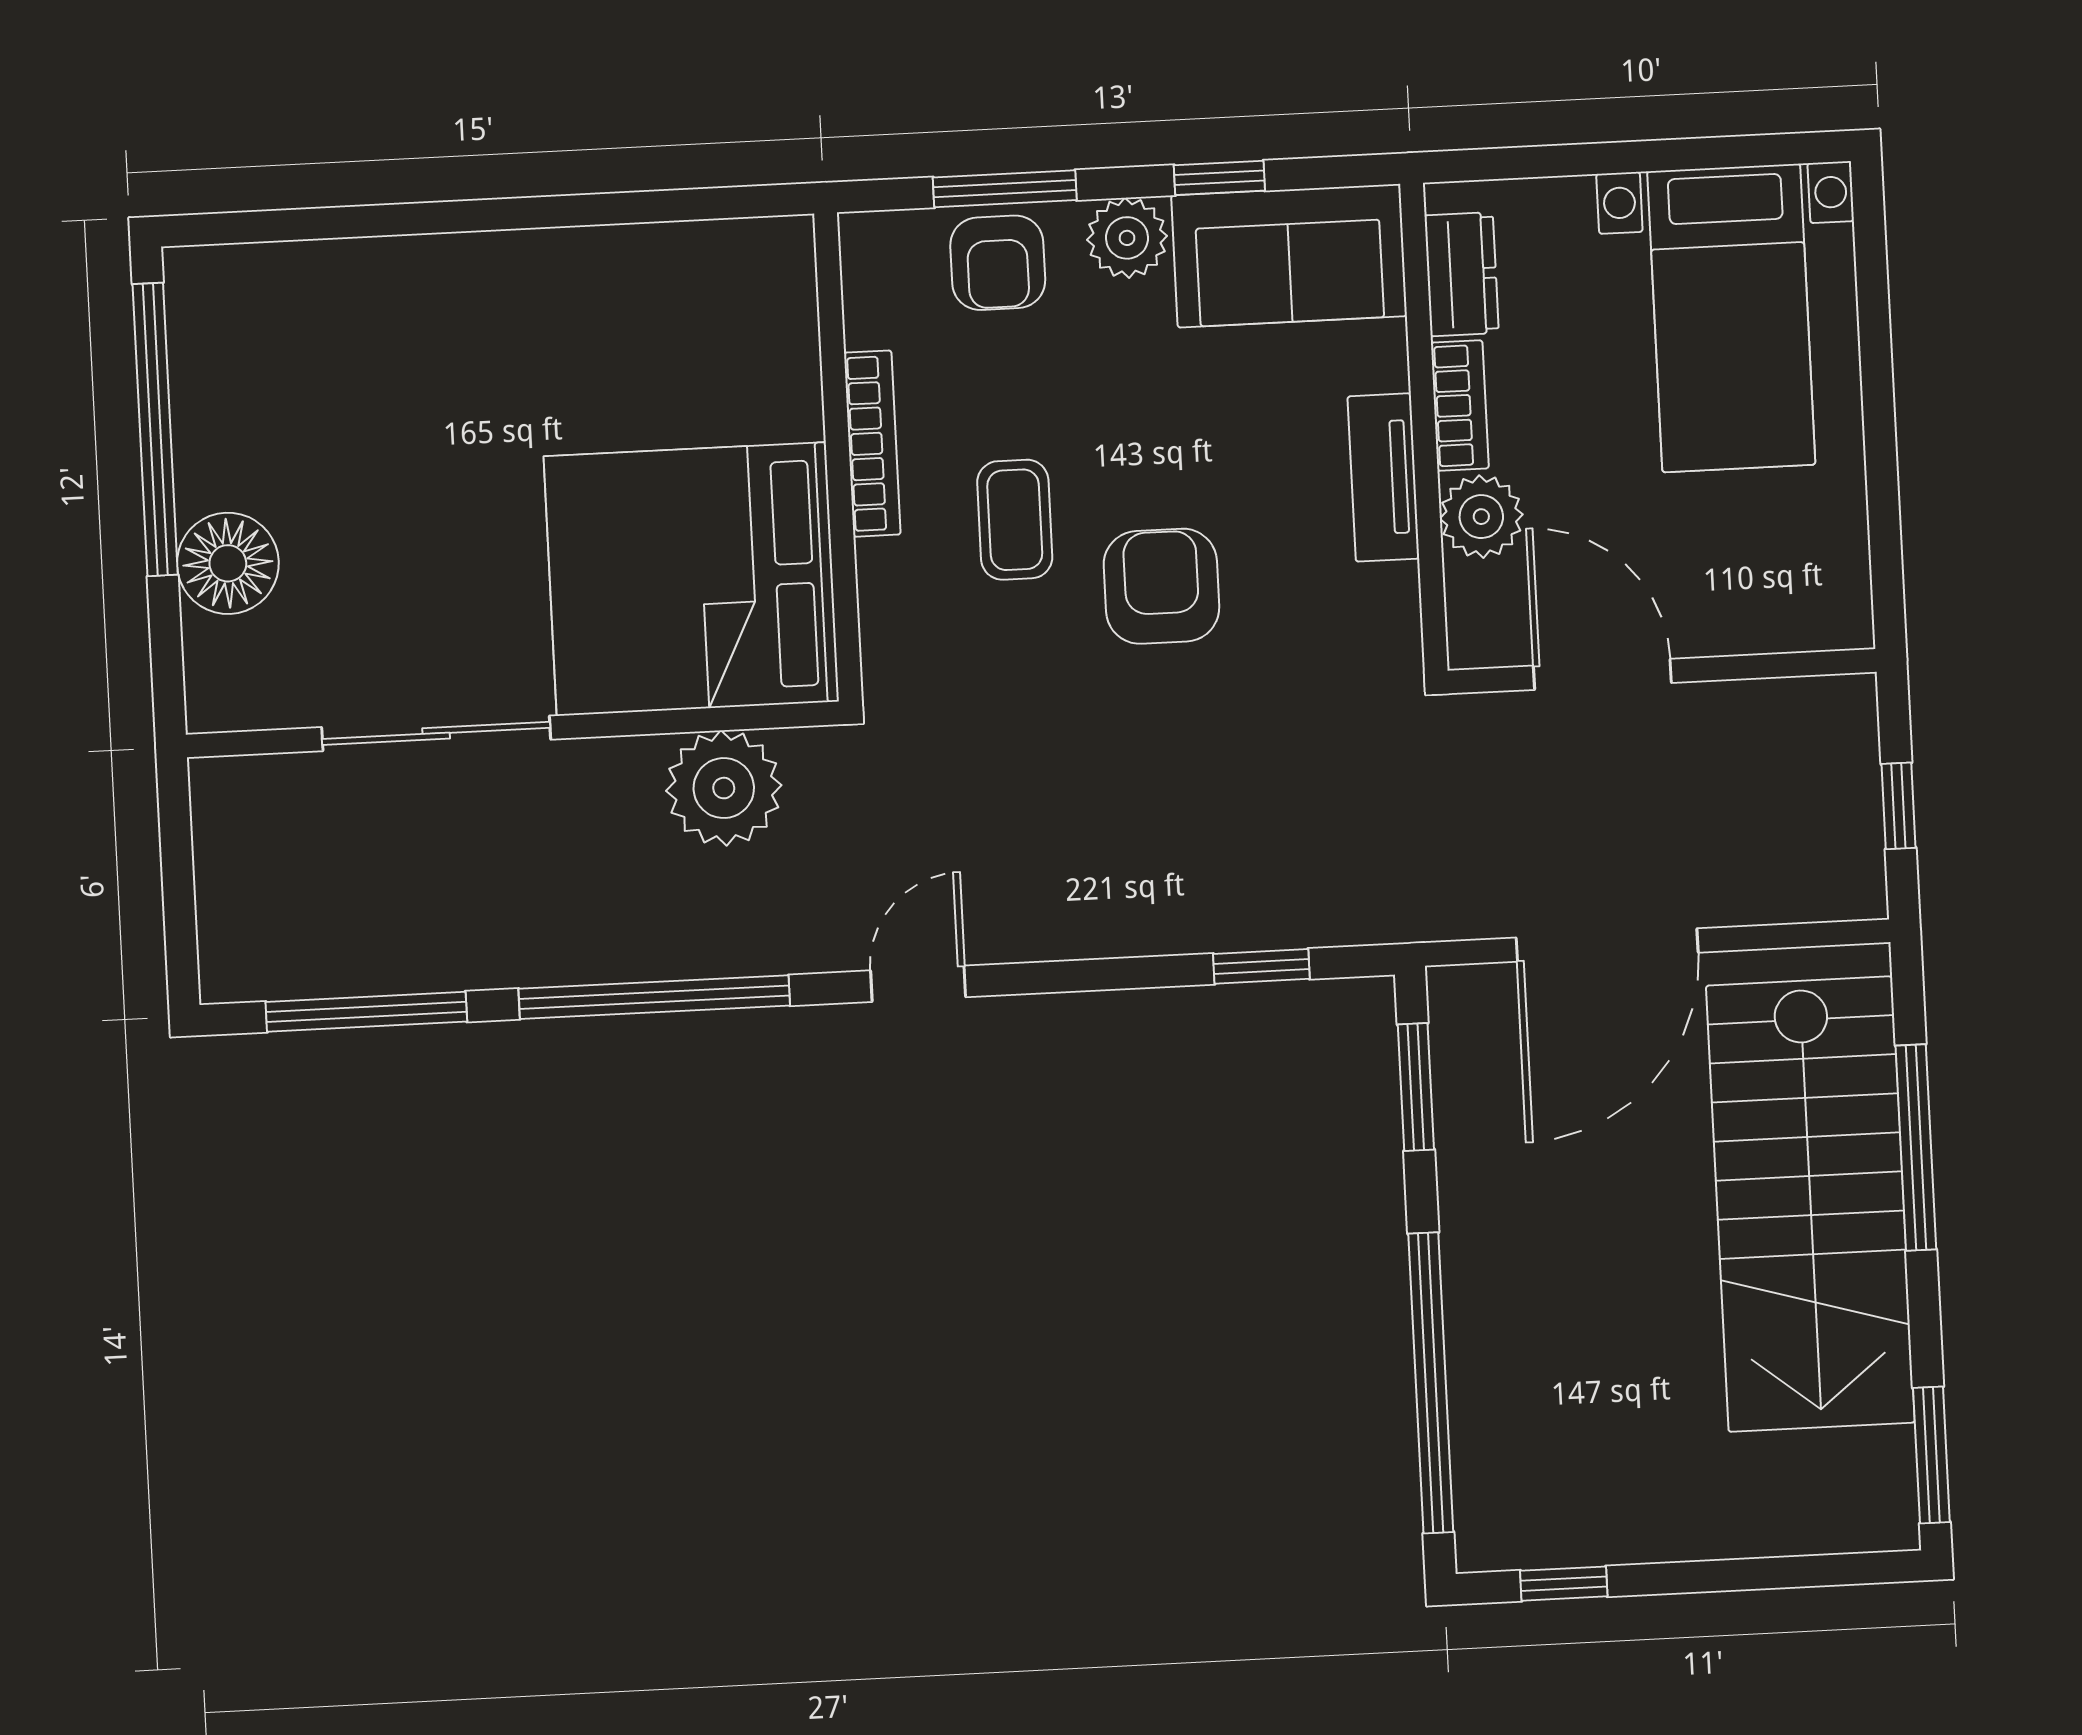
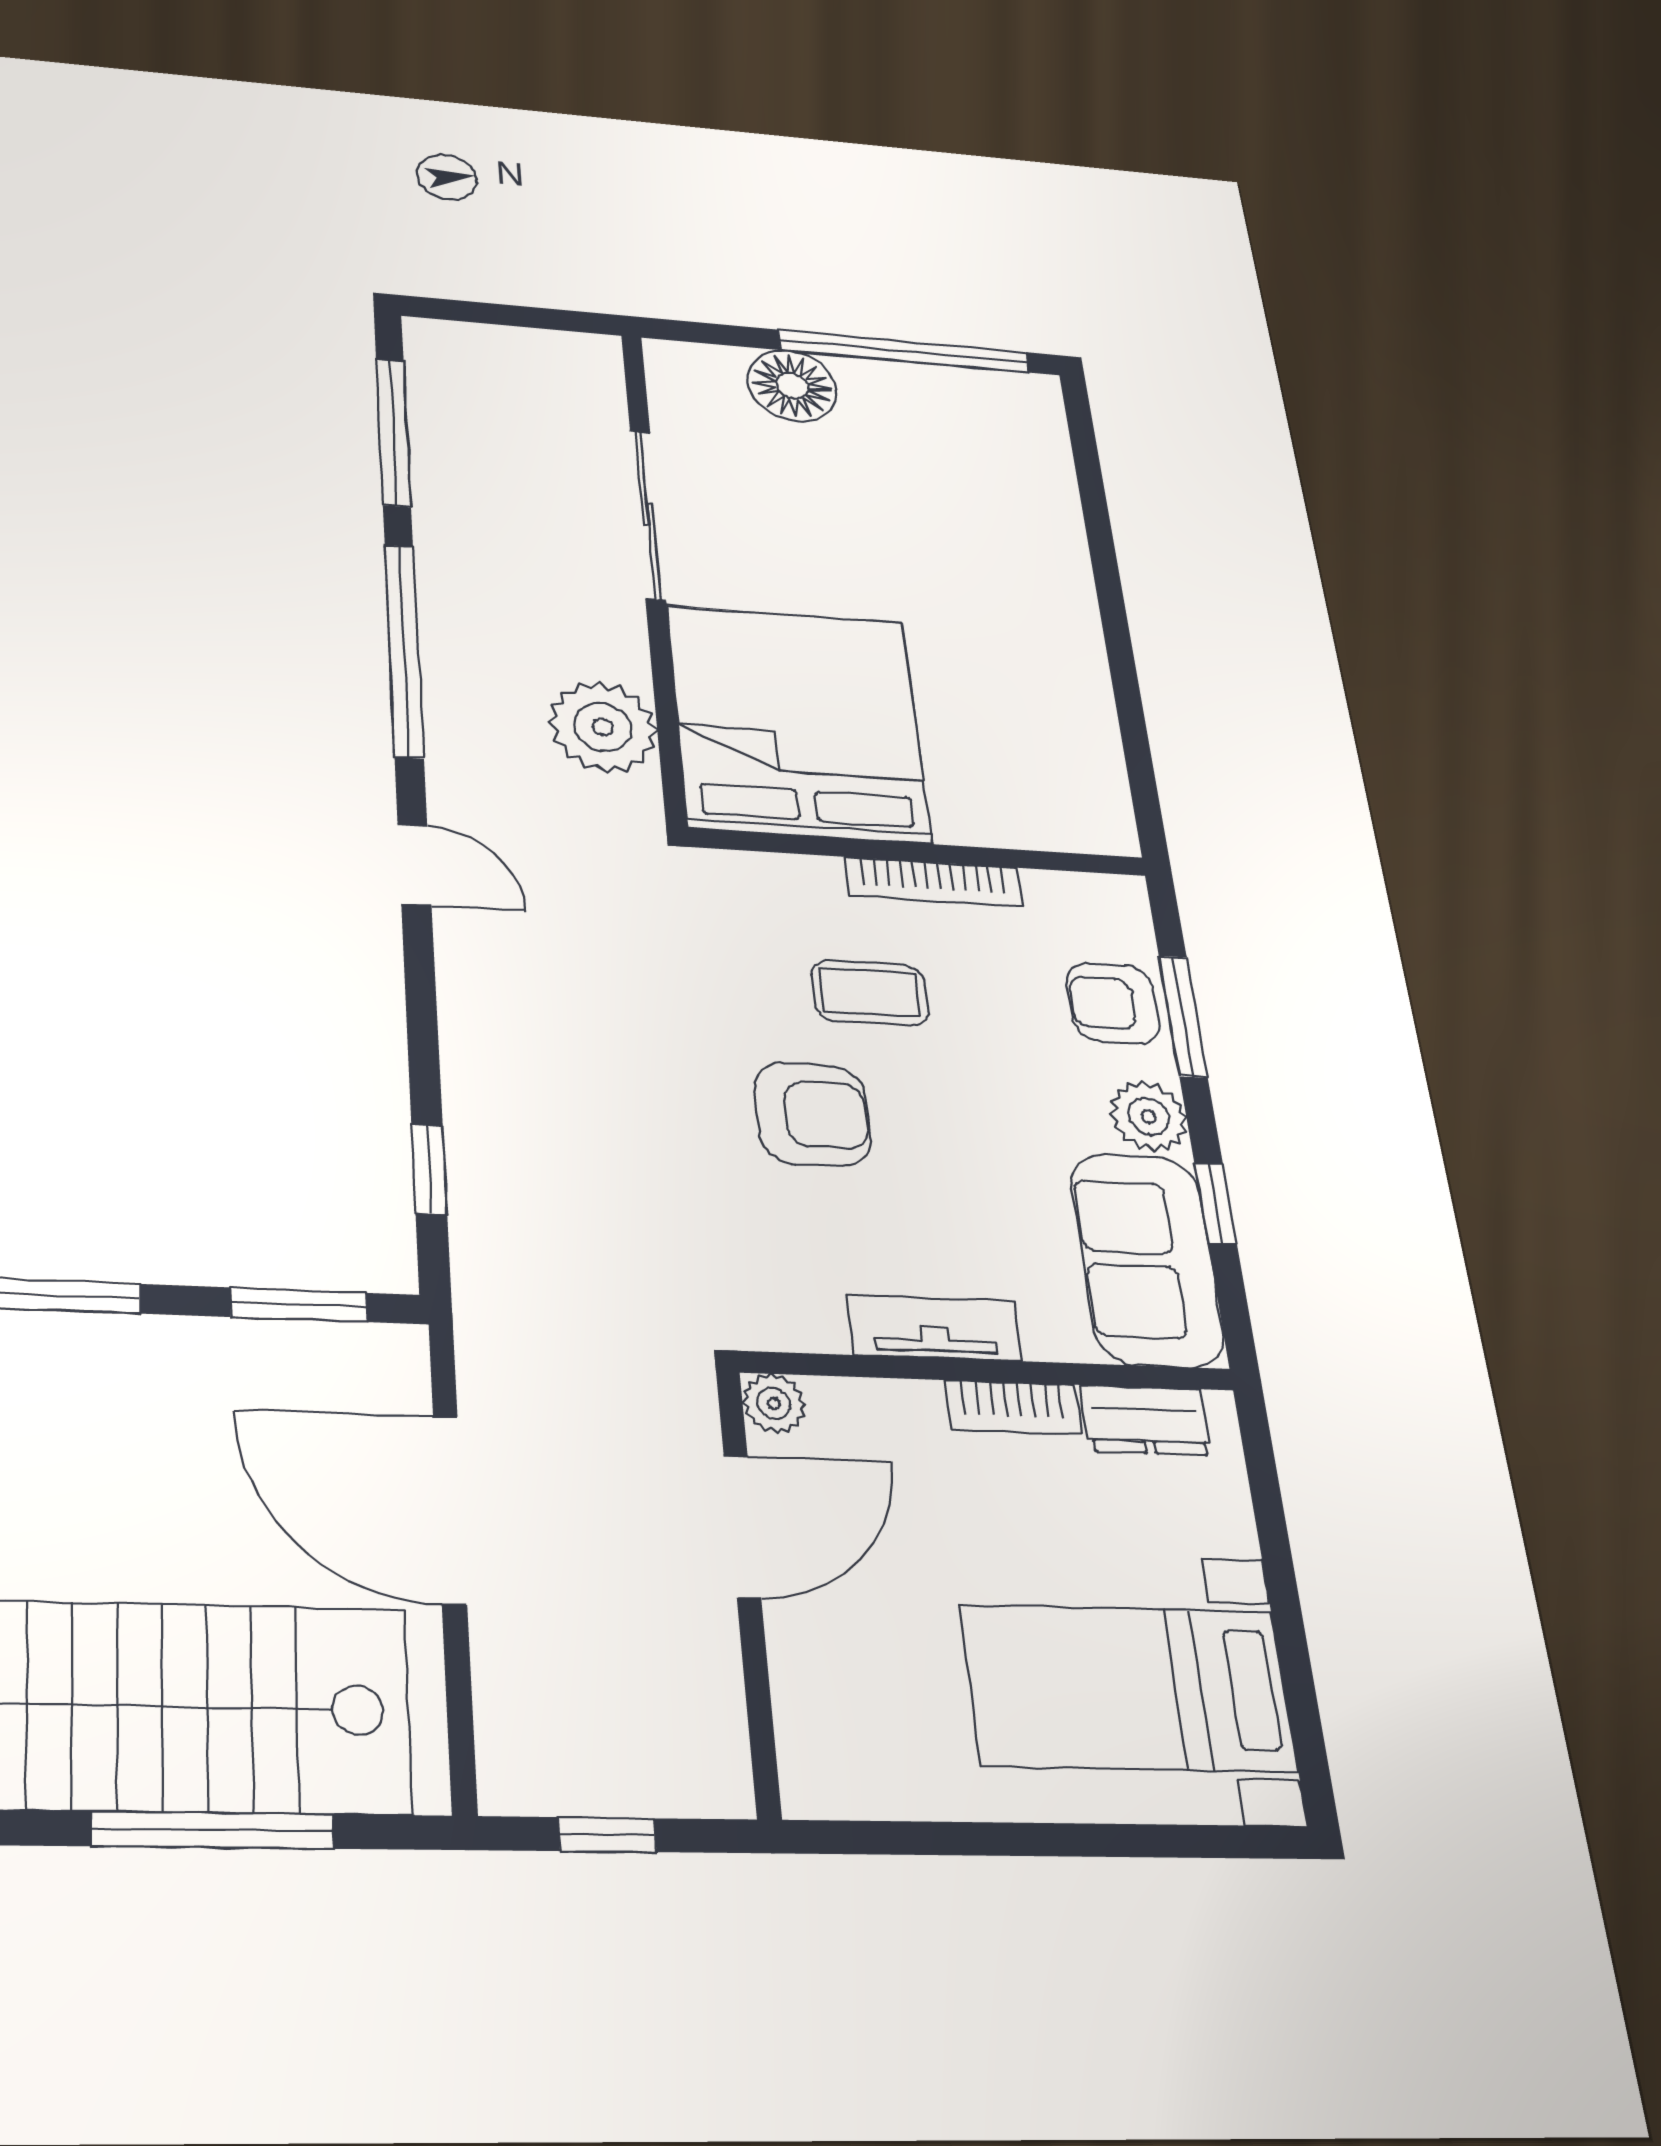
plant: (1481, 517) -> (774, 1403), moved, width x0.73, depth x0.73

